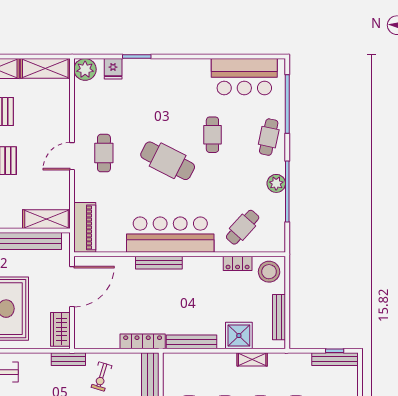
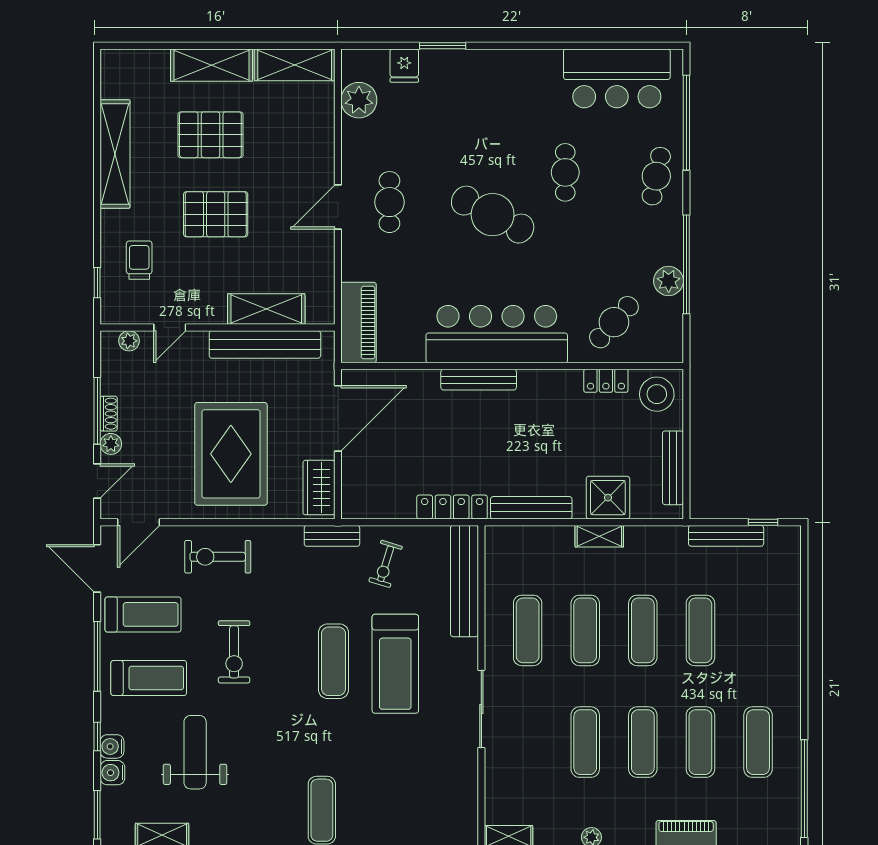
plant: (85, 69) -> (359, 100), moved
plant: (276, 183) -> (669, 281), moved
shelving: (46, 219) -> (266, 309), moved
shelving: (252, 359) -> (599, 536), moved
bench: (335, 359) -> (726, 536), moved

